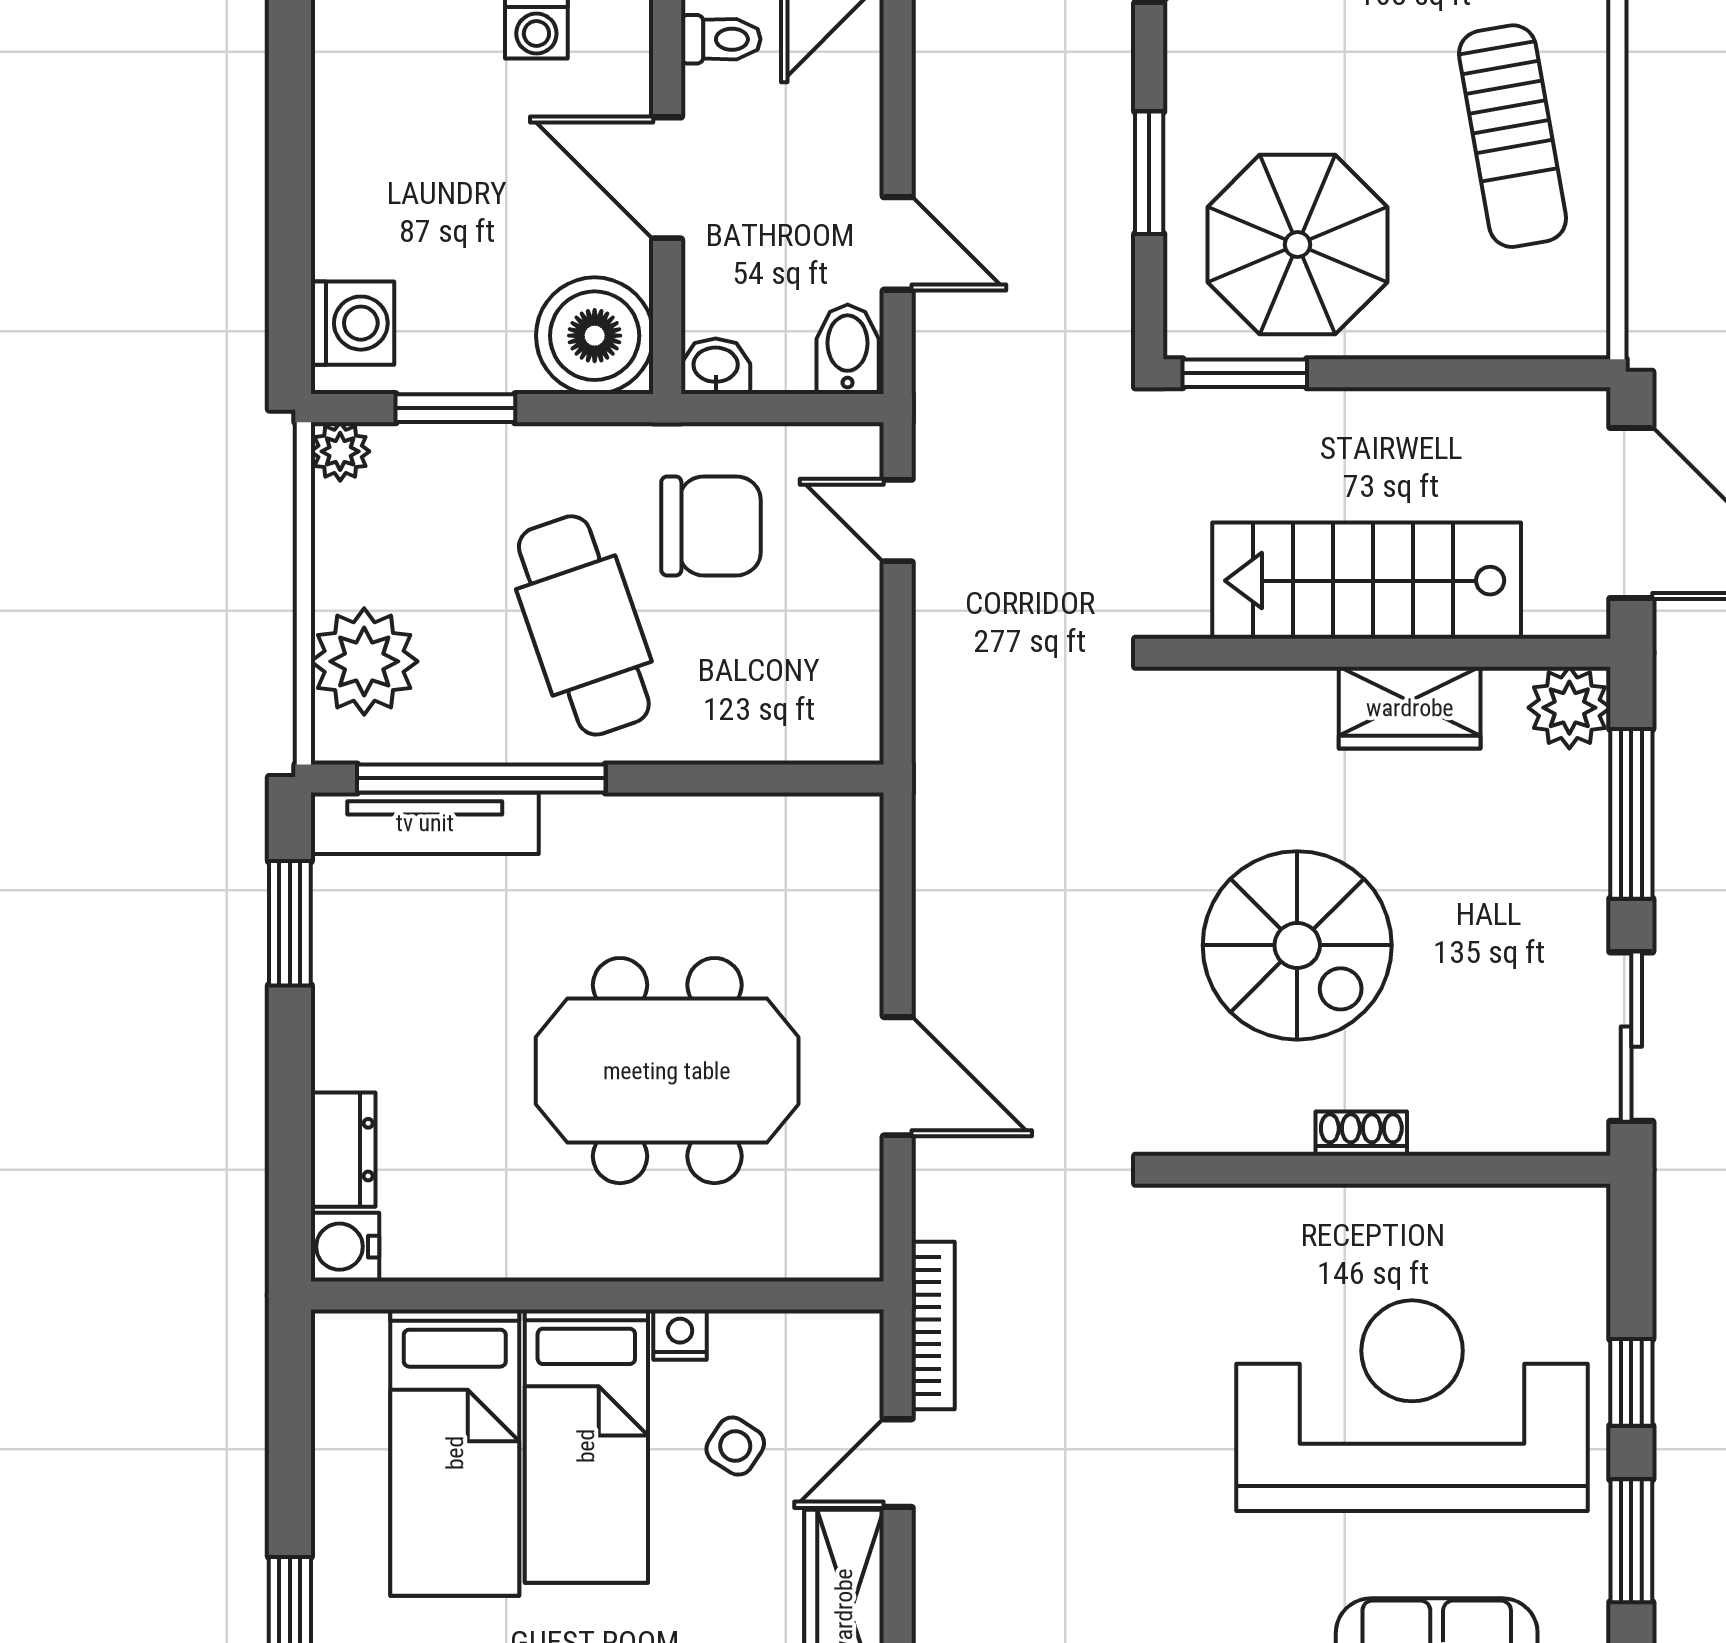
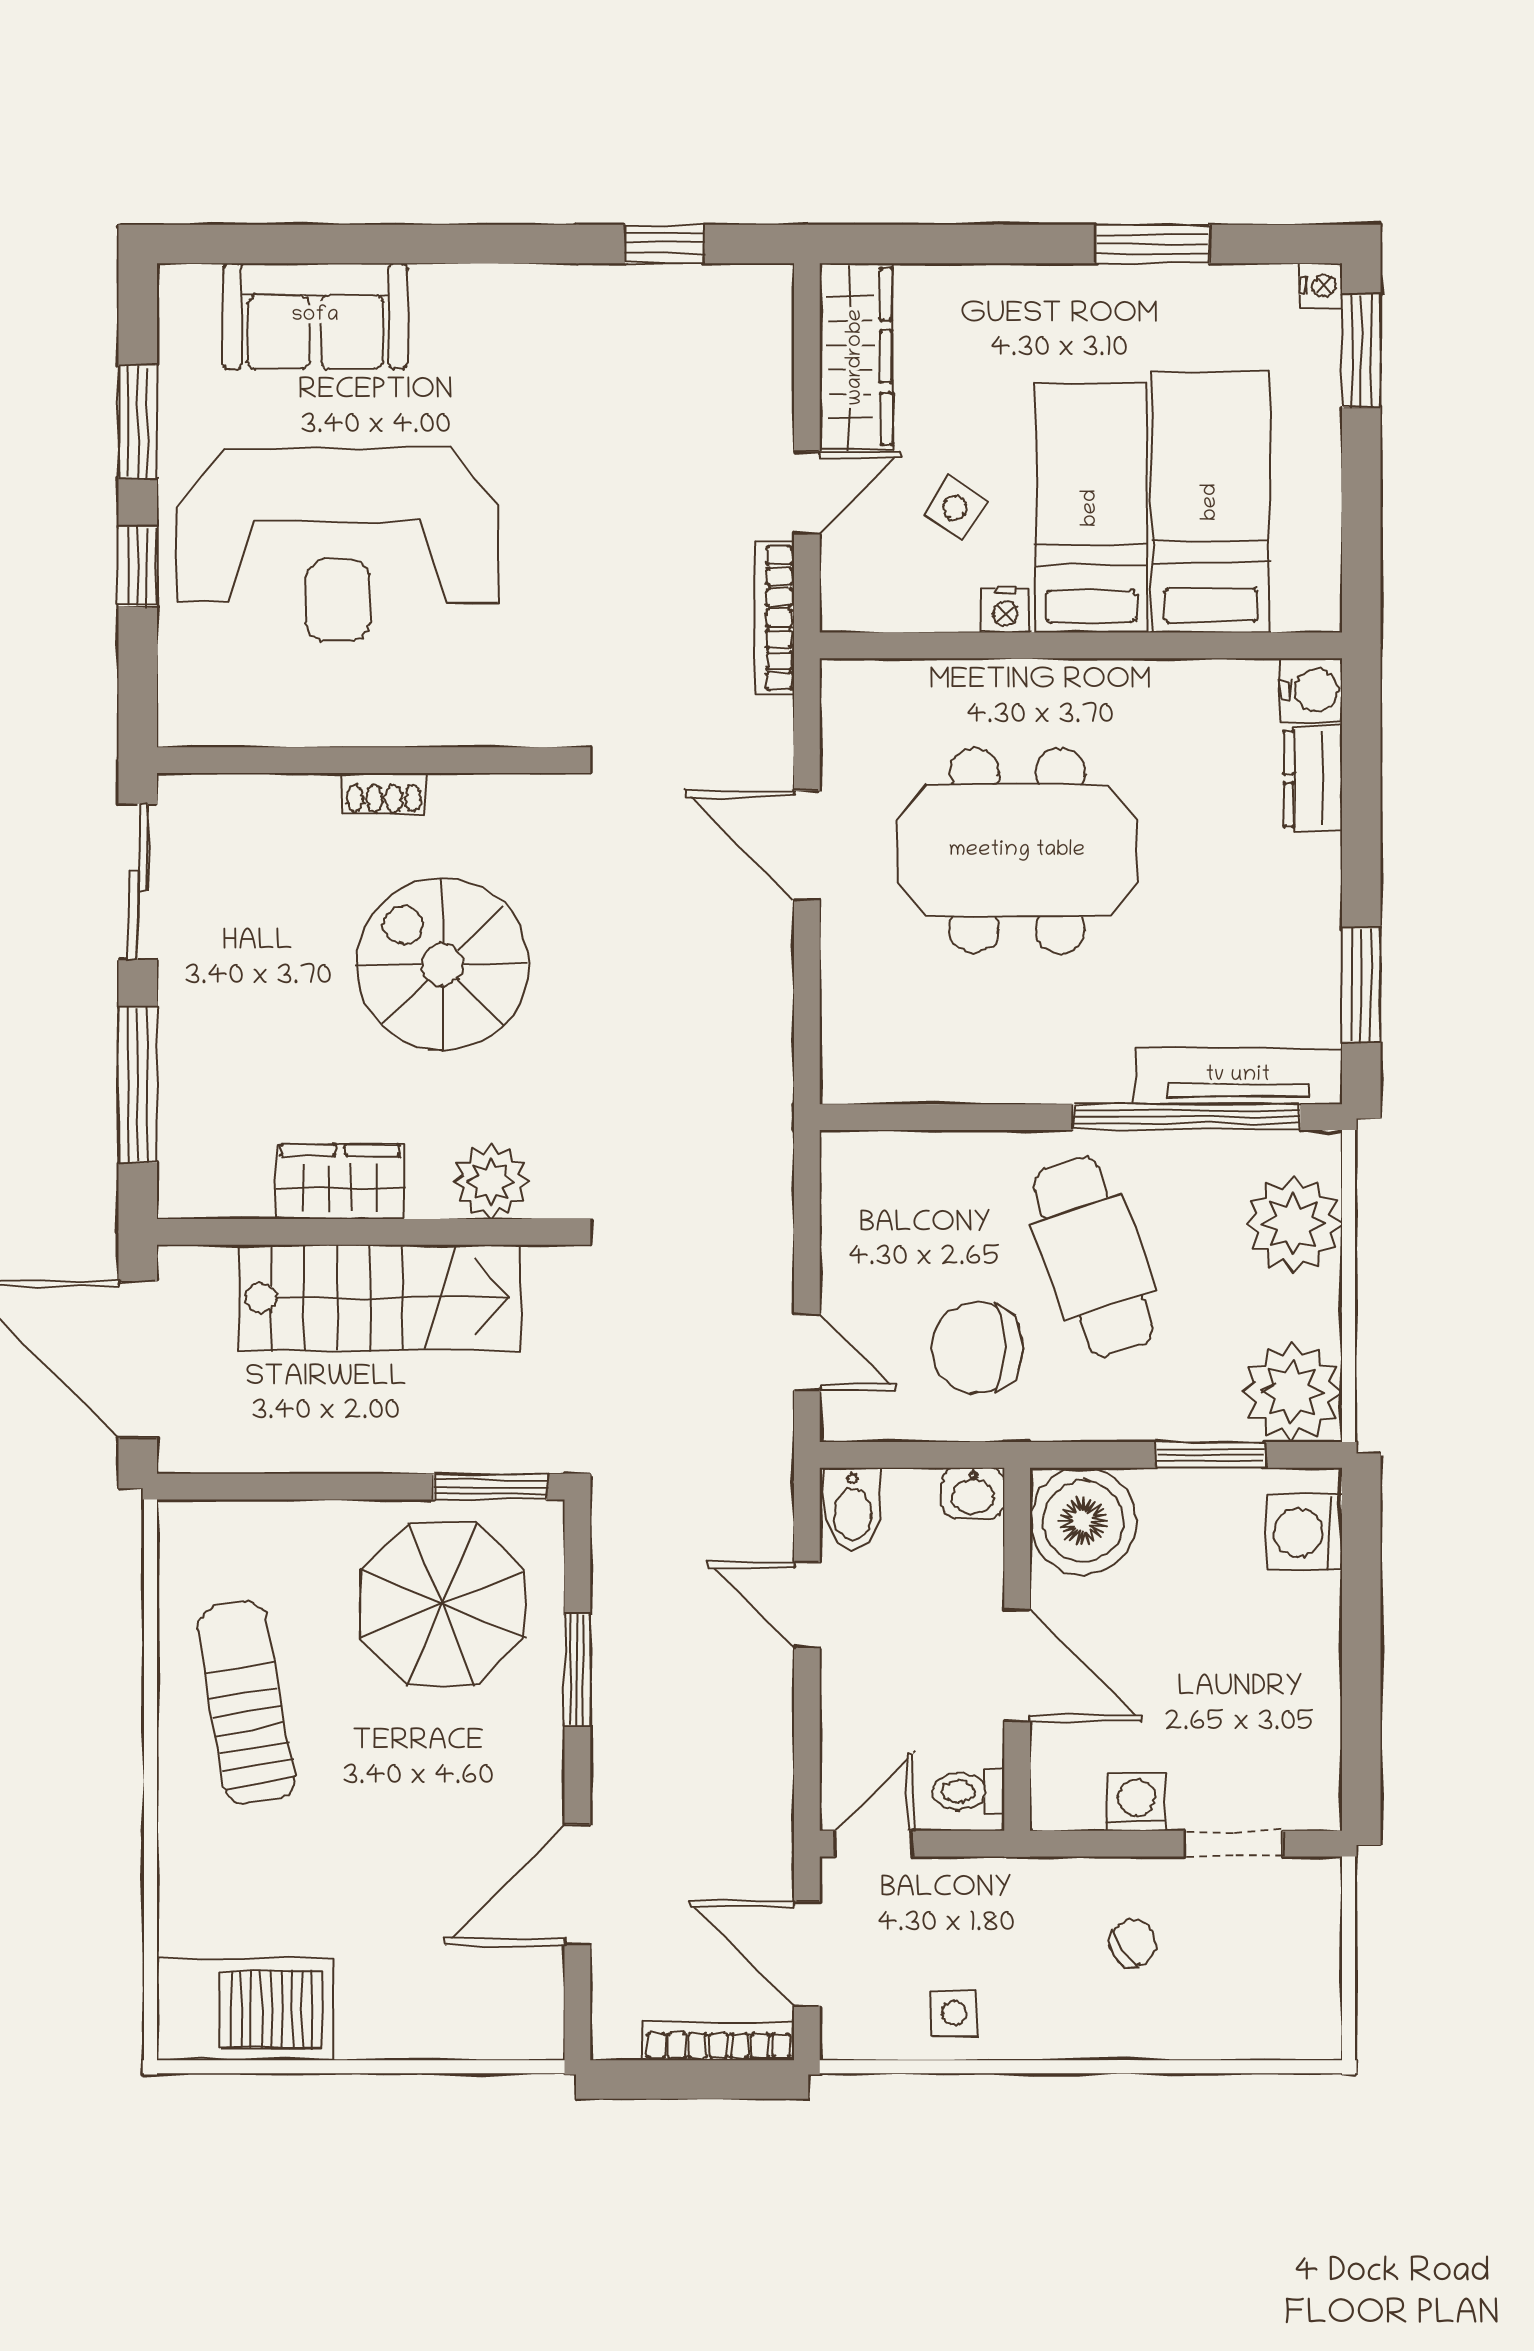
plant: (340, 451) -> (1292, 1392), width x1.88, depth x1.88
plant: (1569, 708) -> (491, 1182), moved

